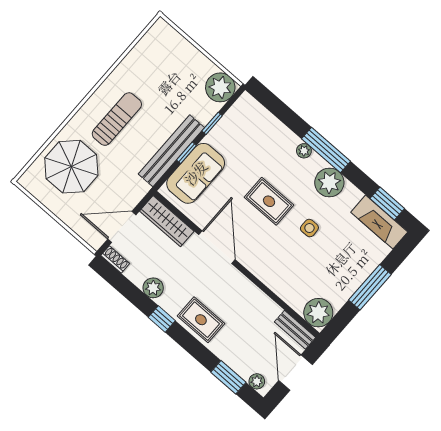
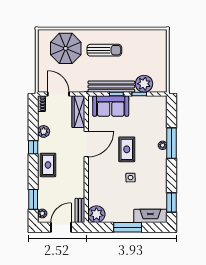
plant: (220, 87) -> (144, 84), moved
window: (326, 150) -> (171, 143), moved
plant: (329, 182) -> (158, 169), removed
fireplace: (379, 222) -> (150, 216), moved, turned 90

